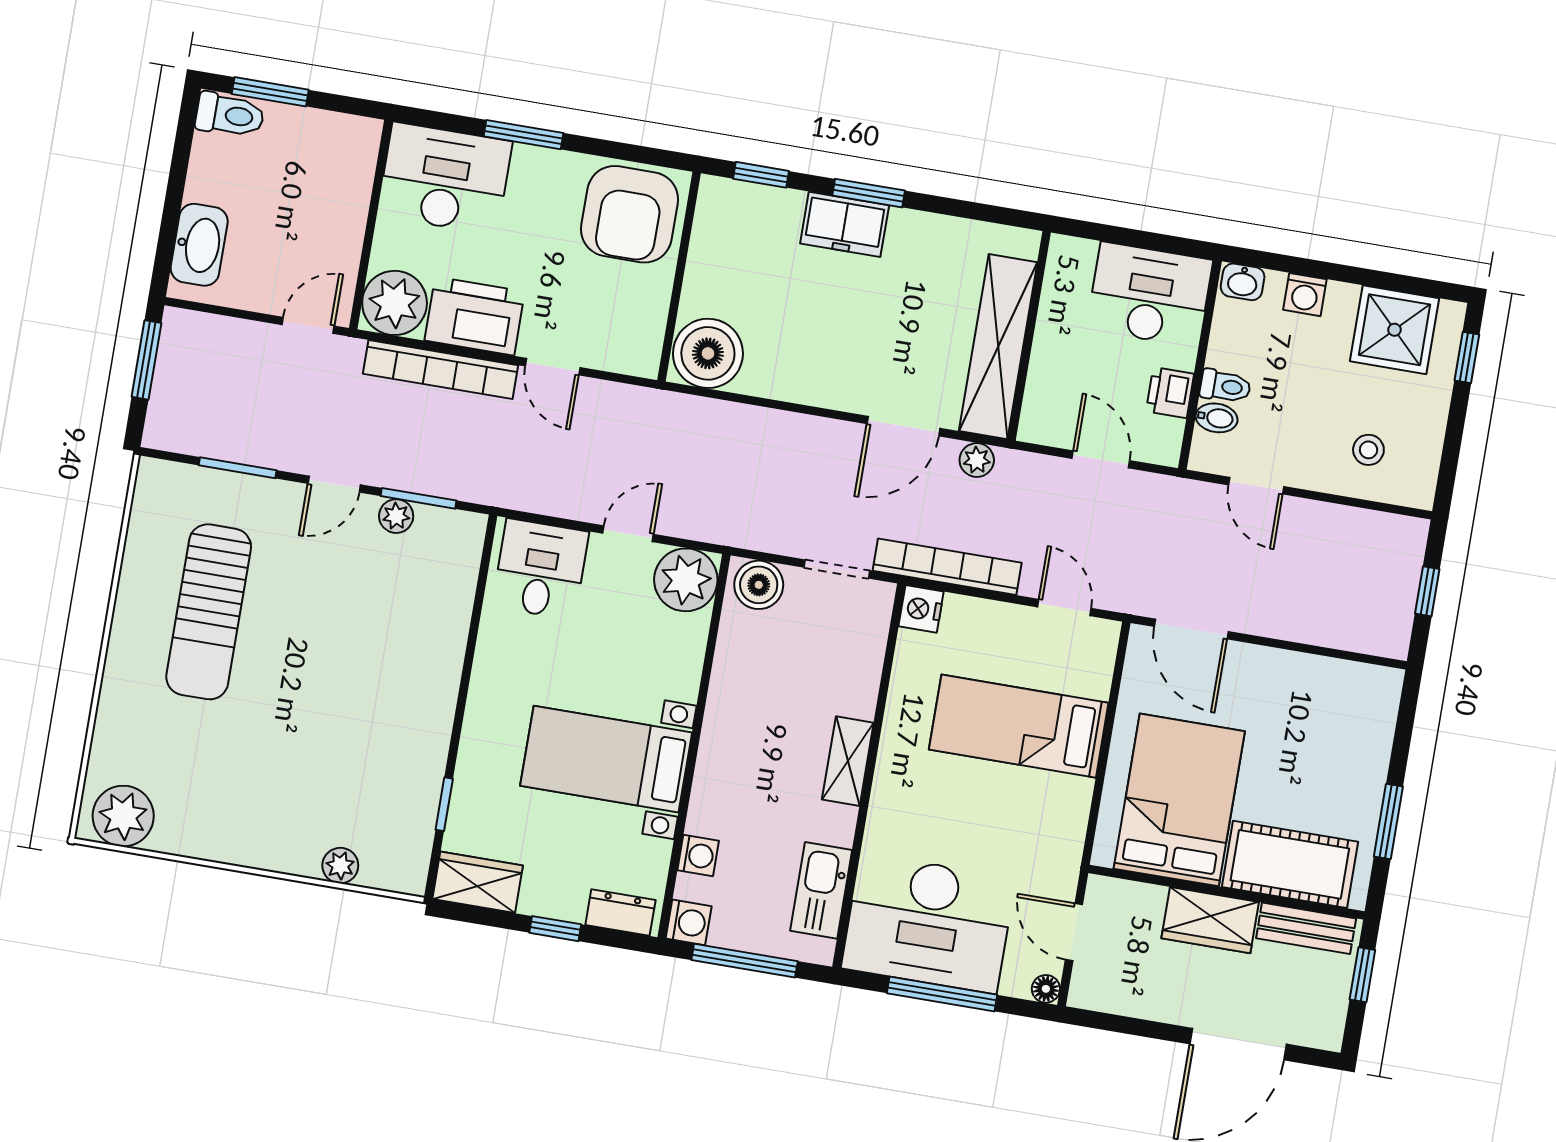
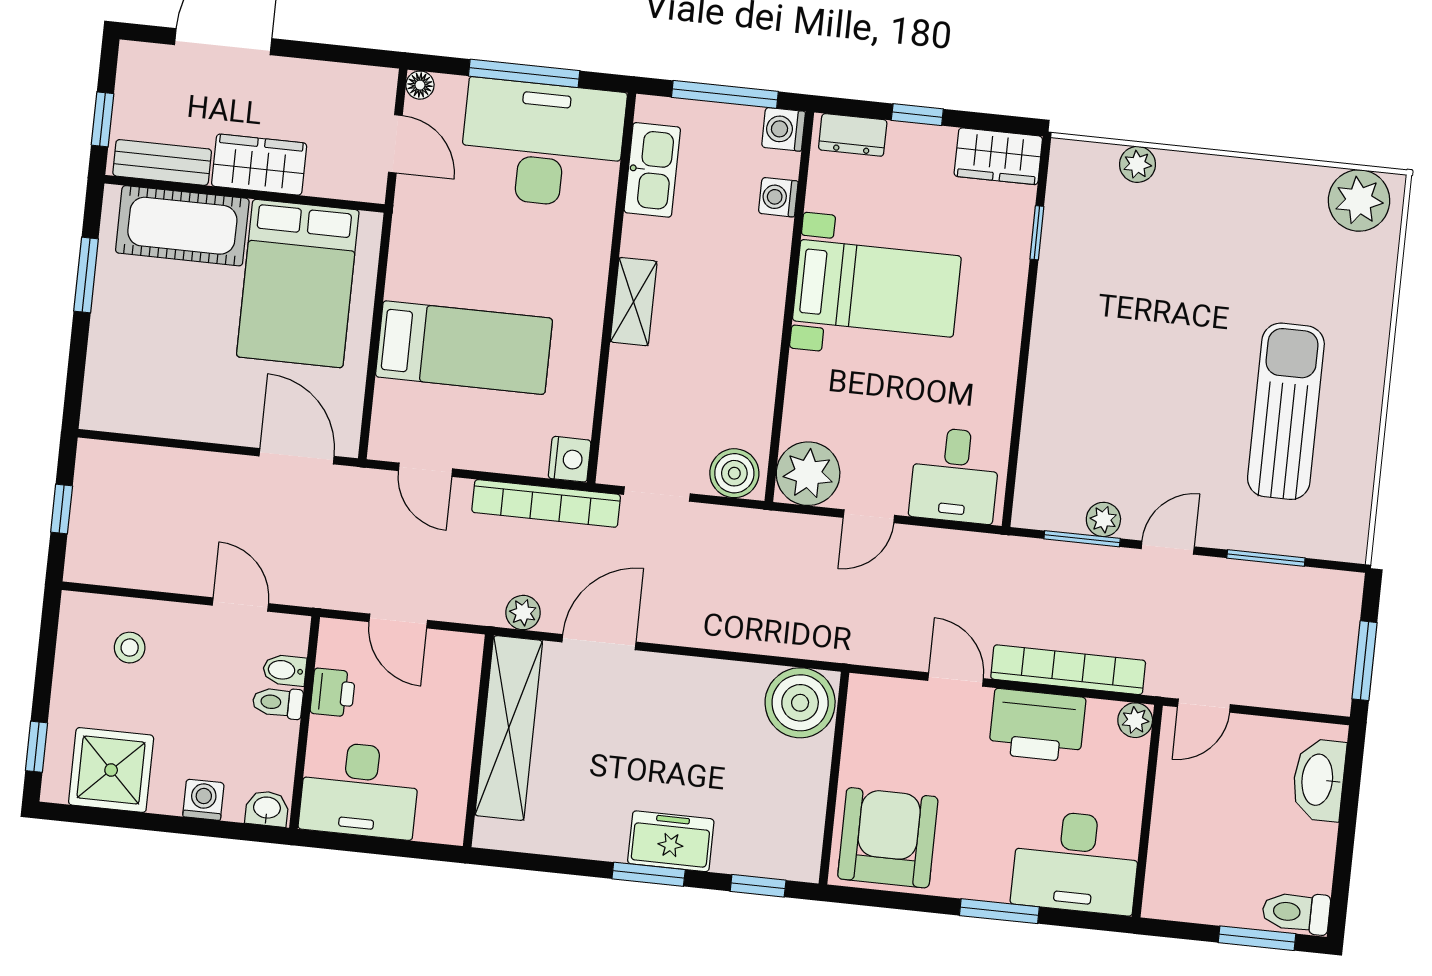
plant: (395, 303) -> (1135, 720), width x0.53, depth x0.53

